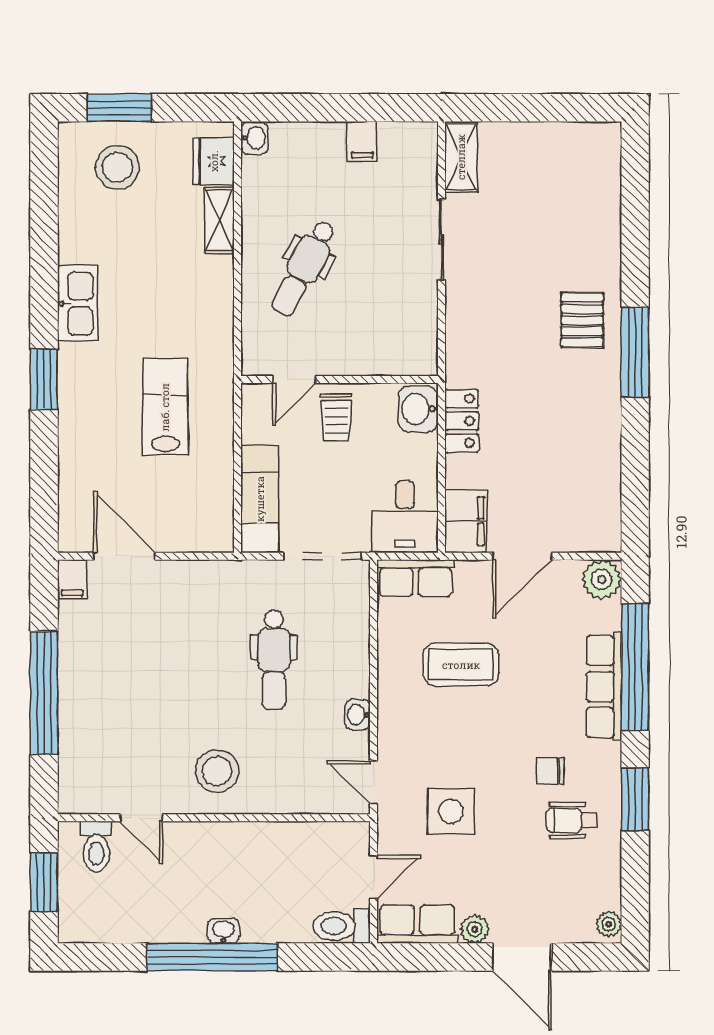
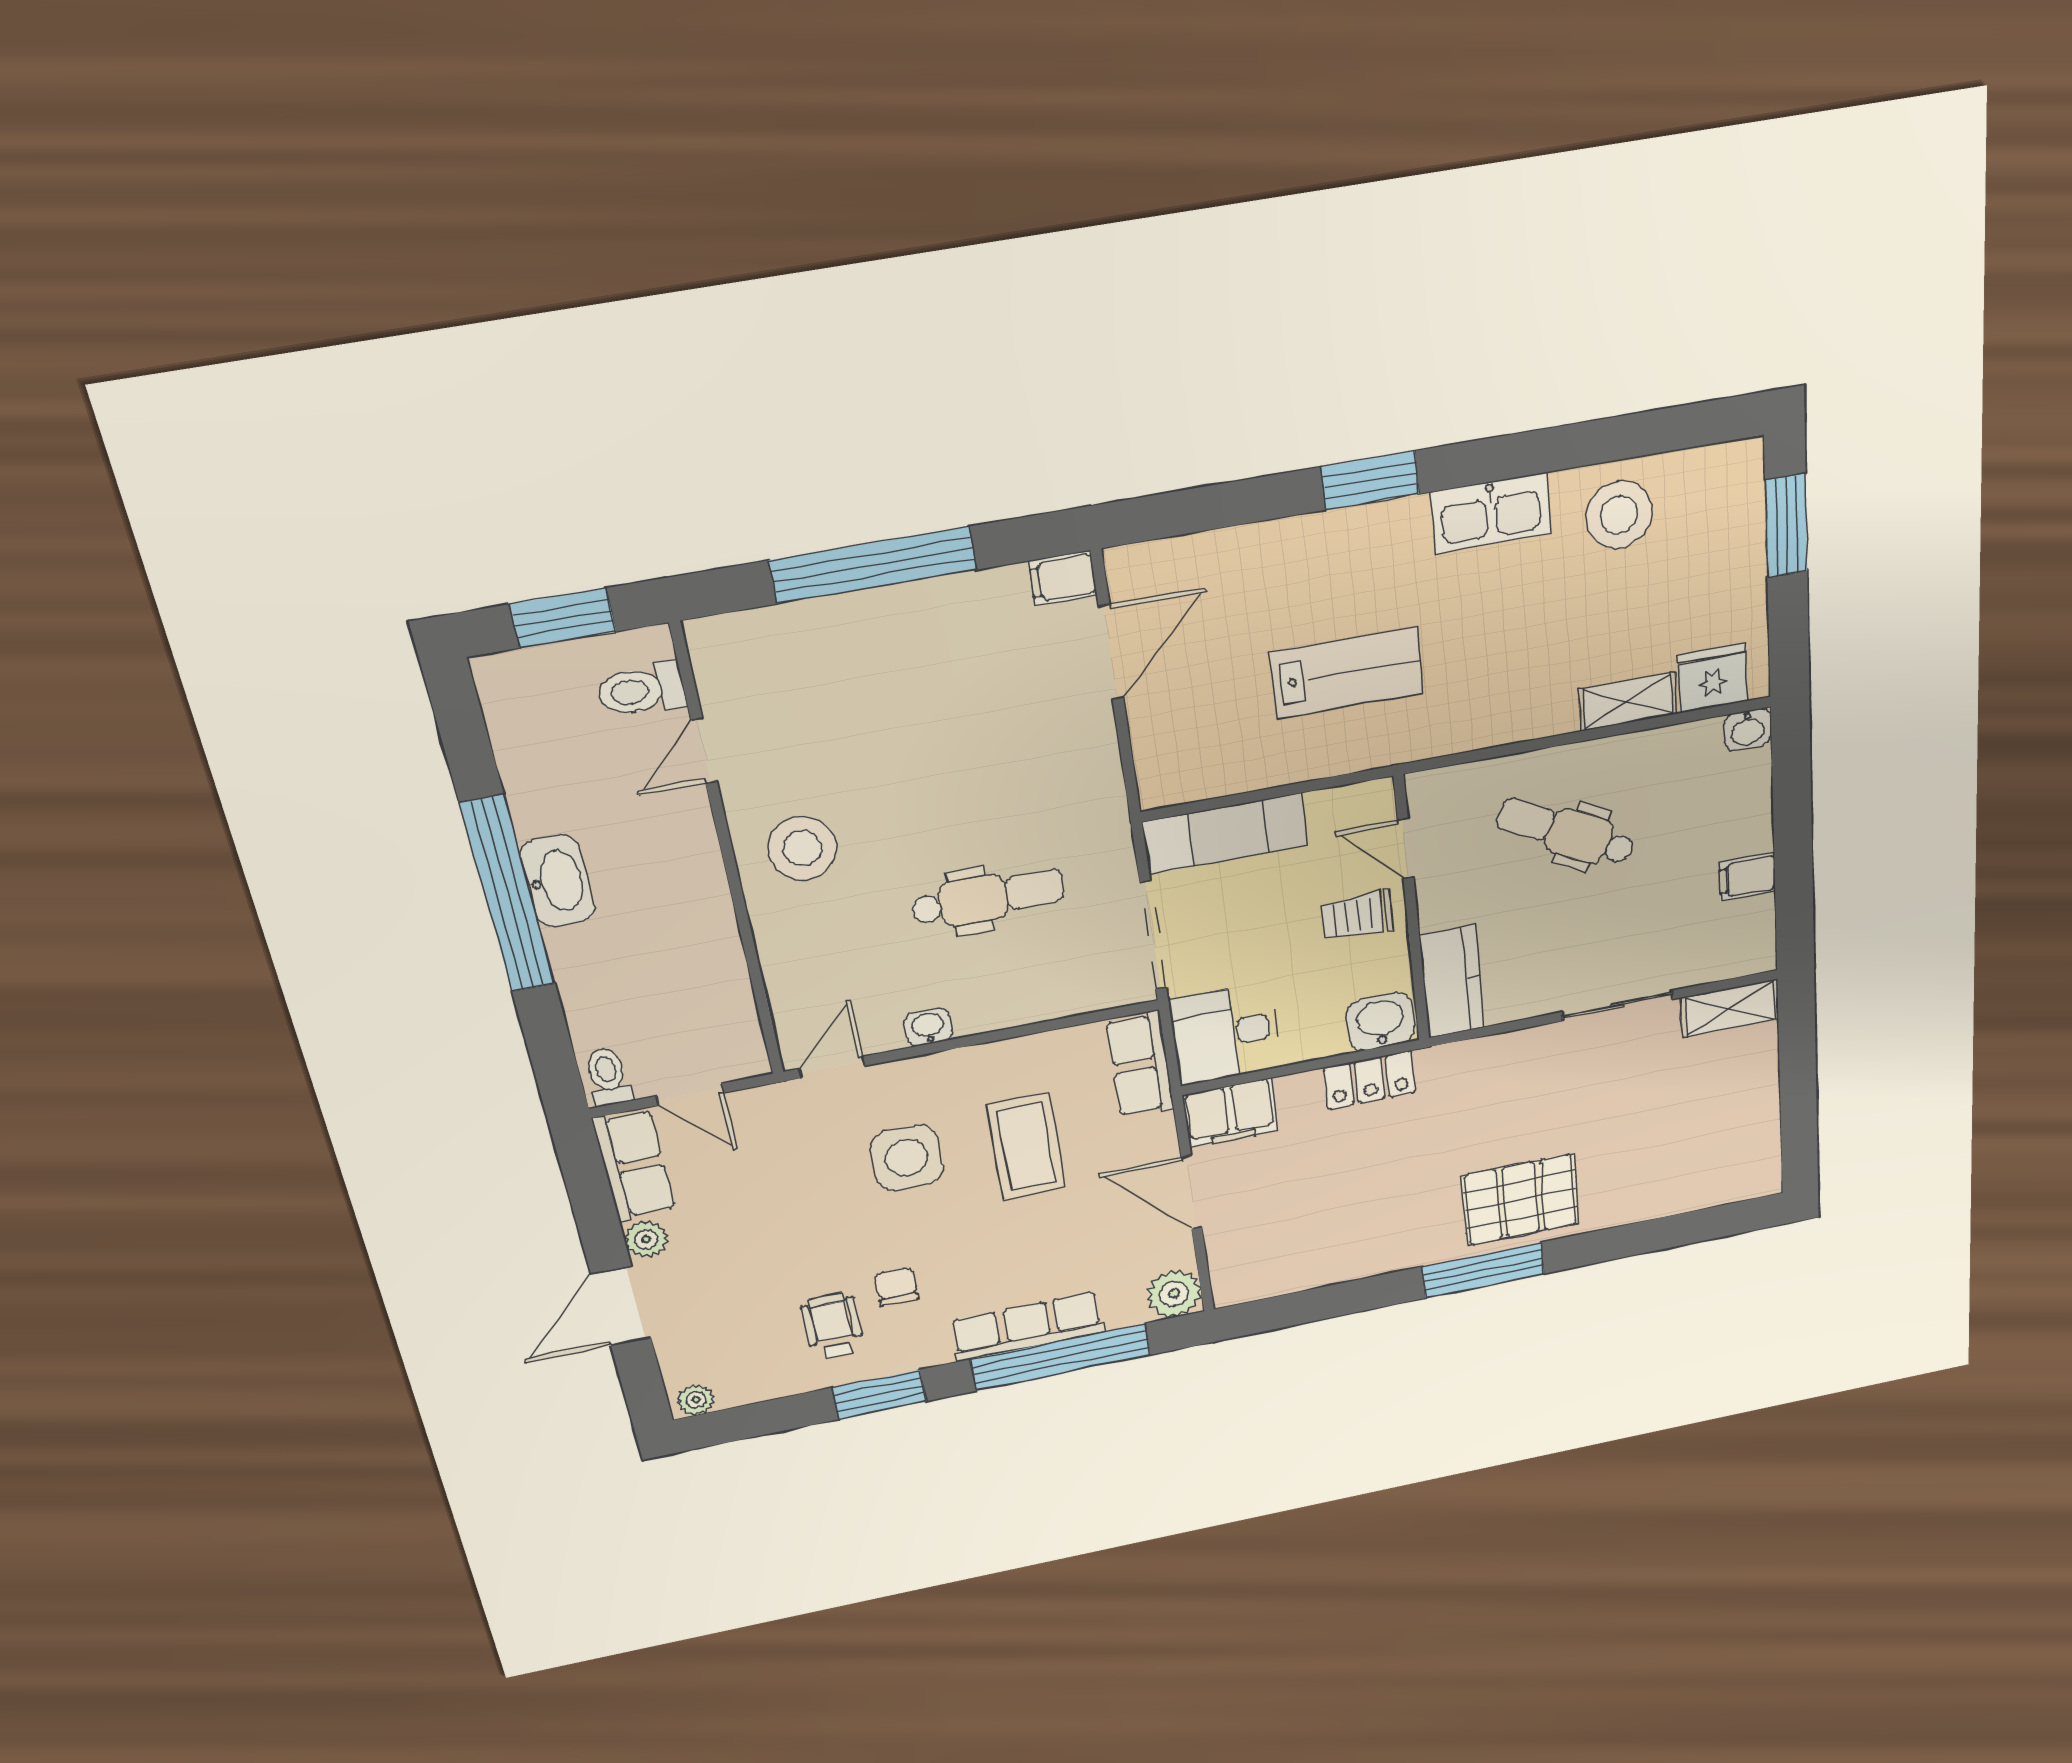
stool: (117, 167) -> (1619, 515), moved
pallet: (582, 320) -> (1520, 1200), width x1.50, depth x1.42
kitchen counter: (398, 356) -> (1452, 982), added
dental chair: (274, 660) -> (988, 898), turned 180
side table: (451, 811) -> (907, 1158), moved
toilet: (342, 926) -> (608, 1077), width x0.73, depth x0.72
washbasin: (224, 931) -> (558, 881), width x1.91, depth x1.45

